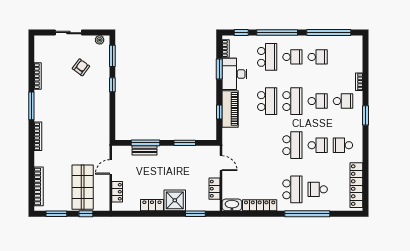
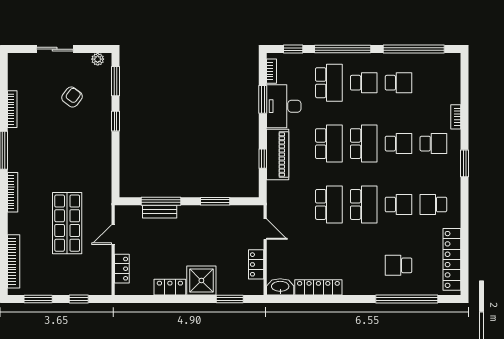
shop shelf: (83, 187) -> (67, 223), moved
school desk: (292, 189) -> (329, 204), moved
window: (307, 214) -> (407, 299), moved

